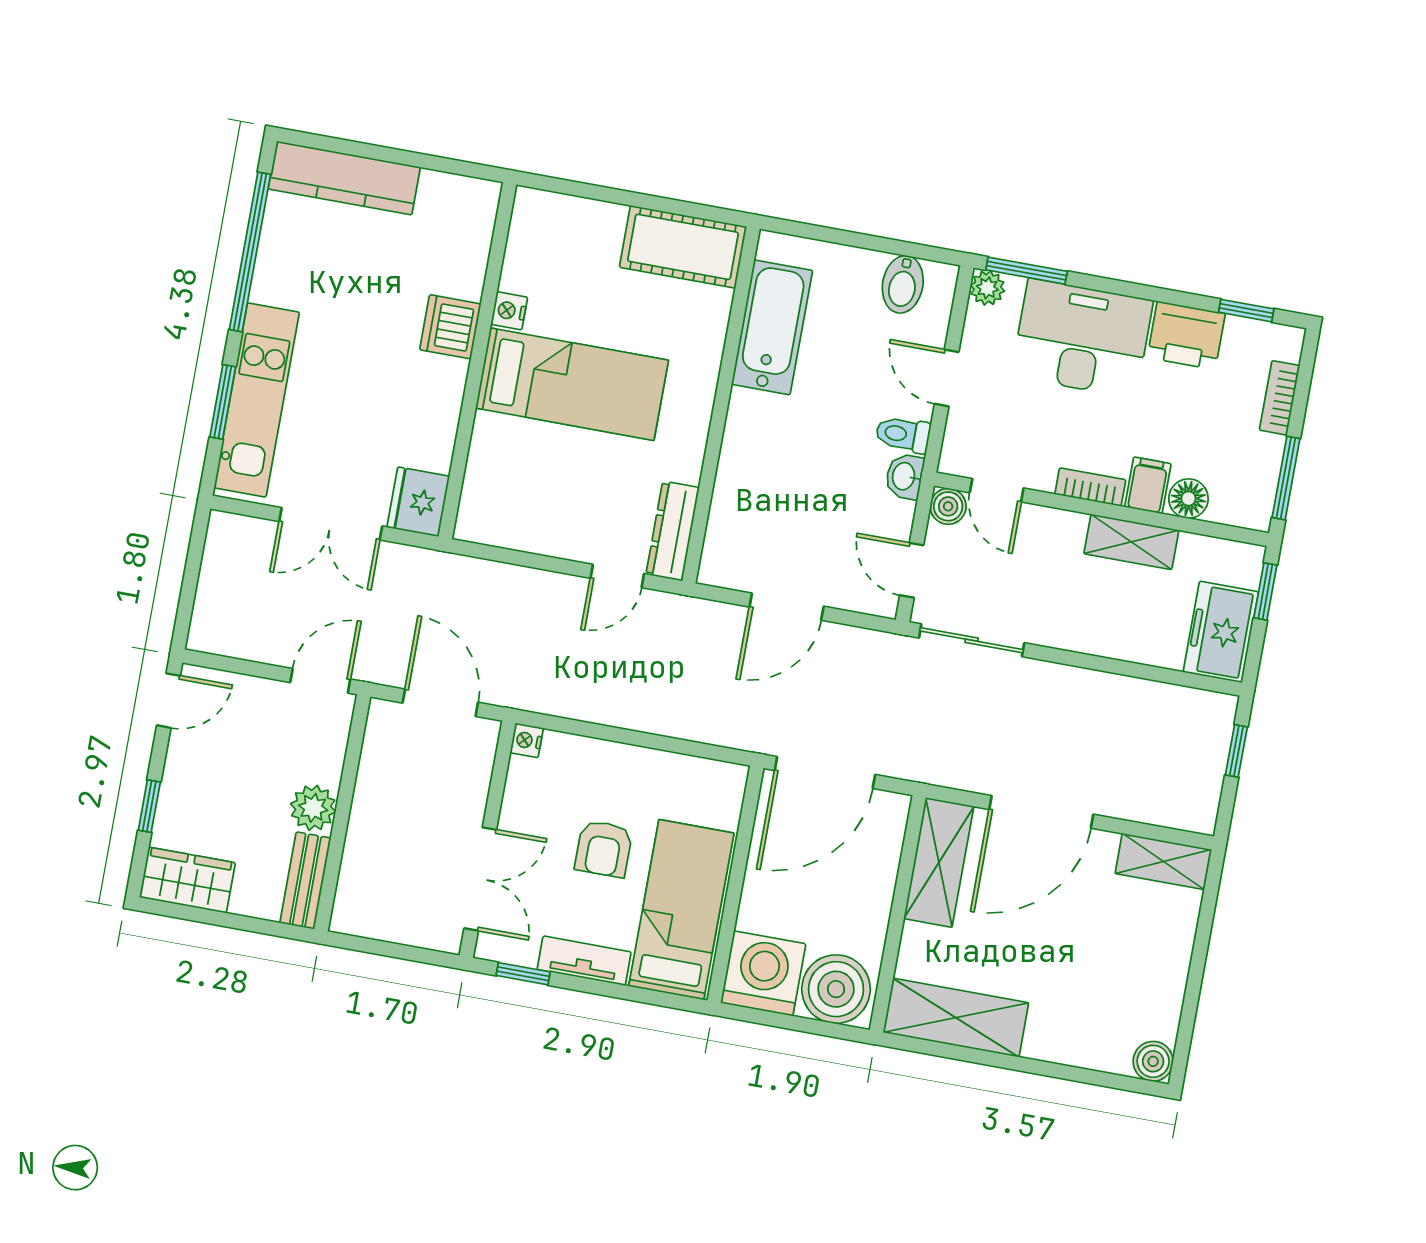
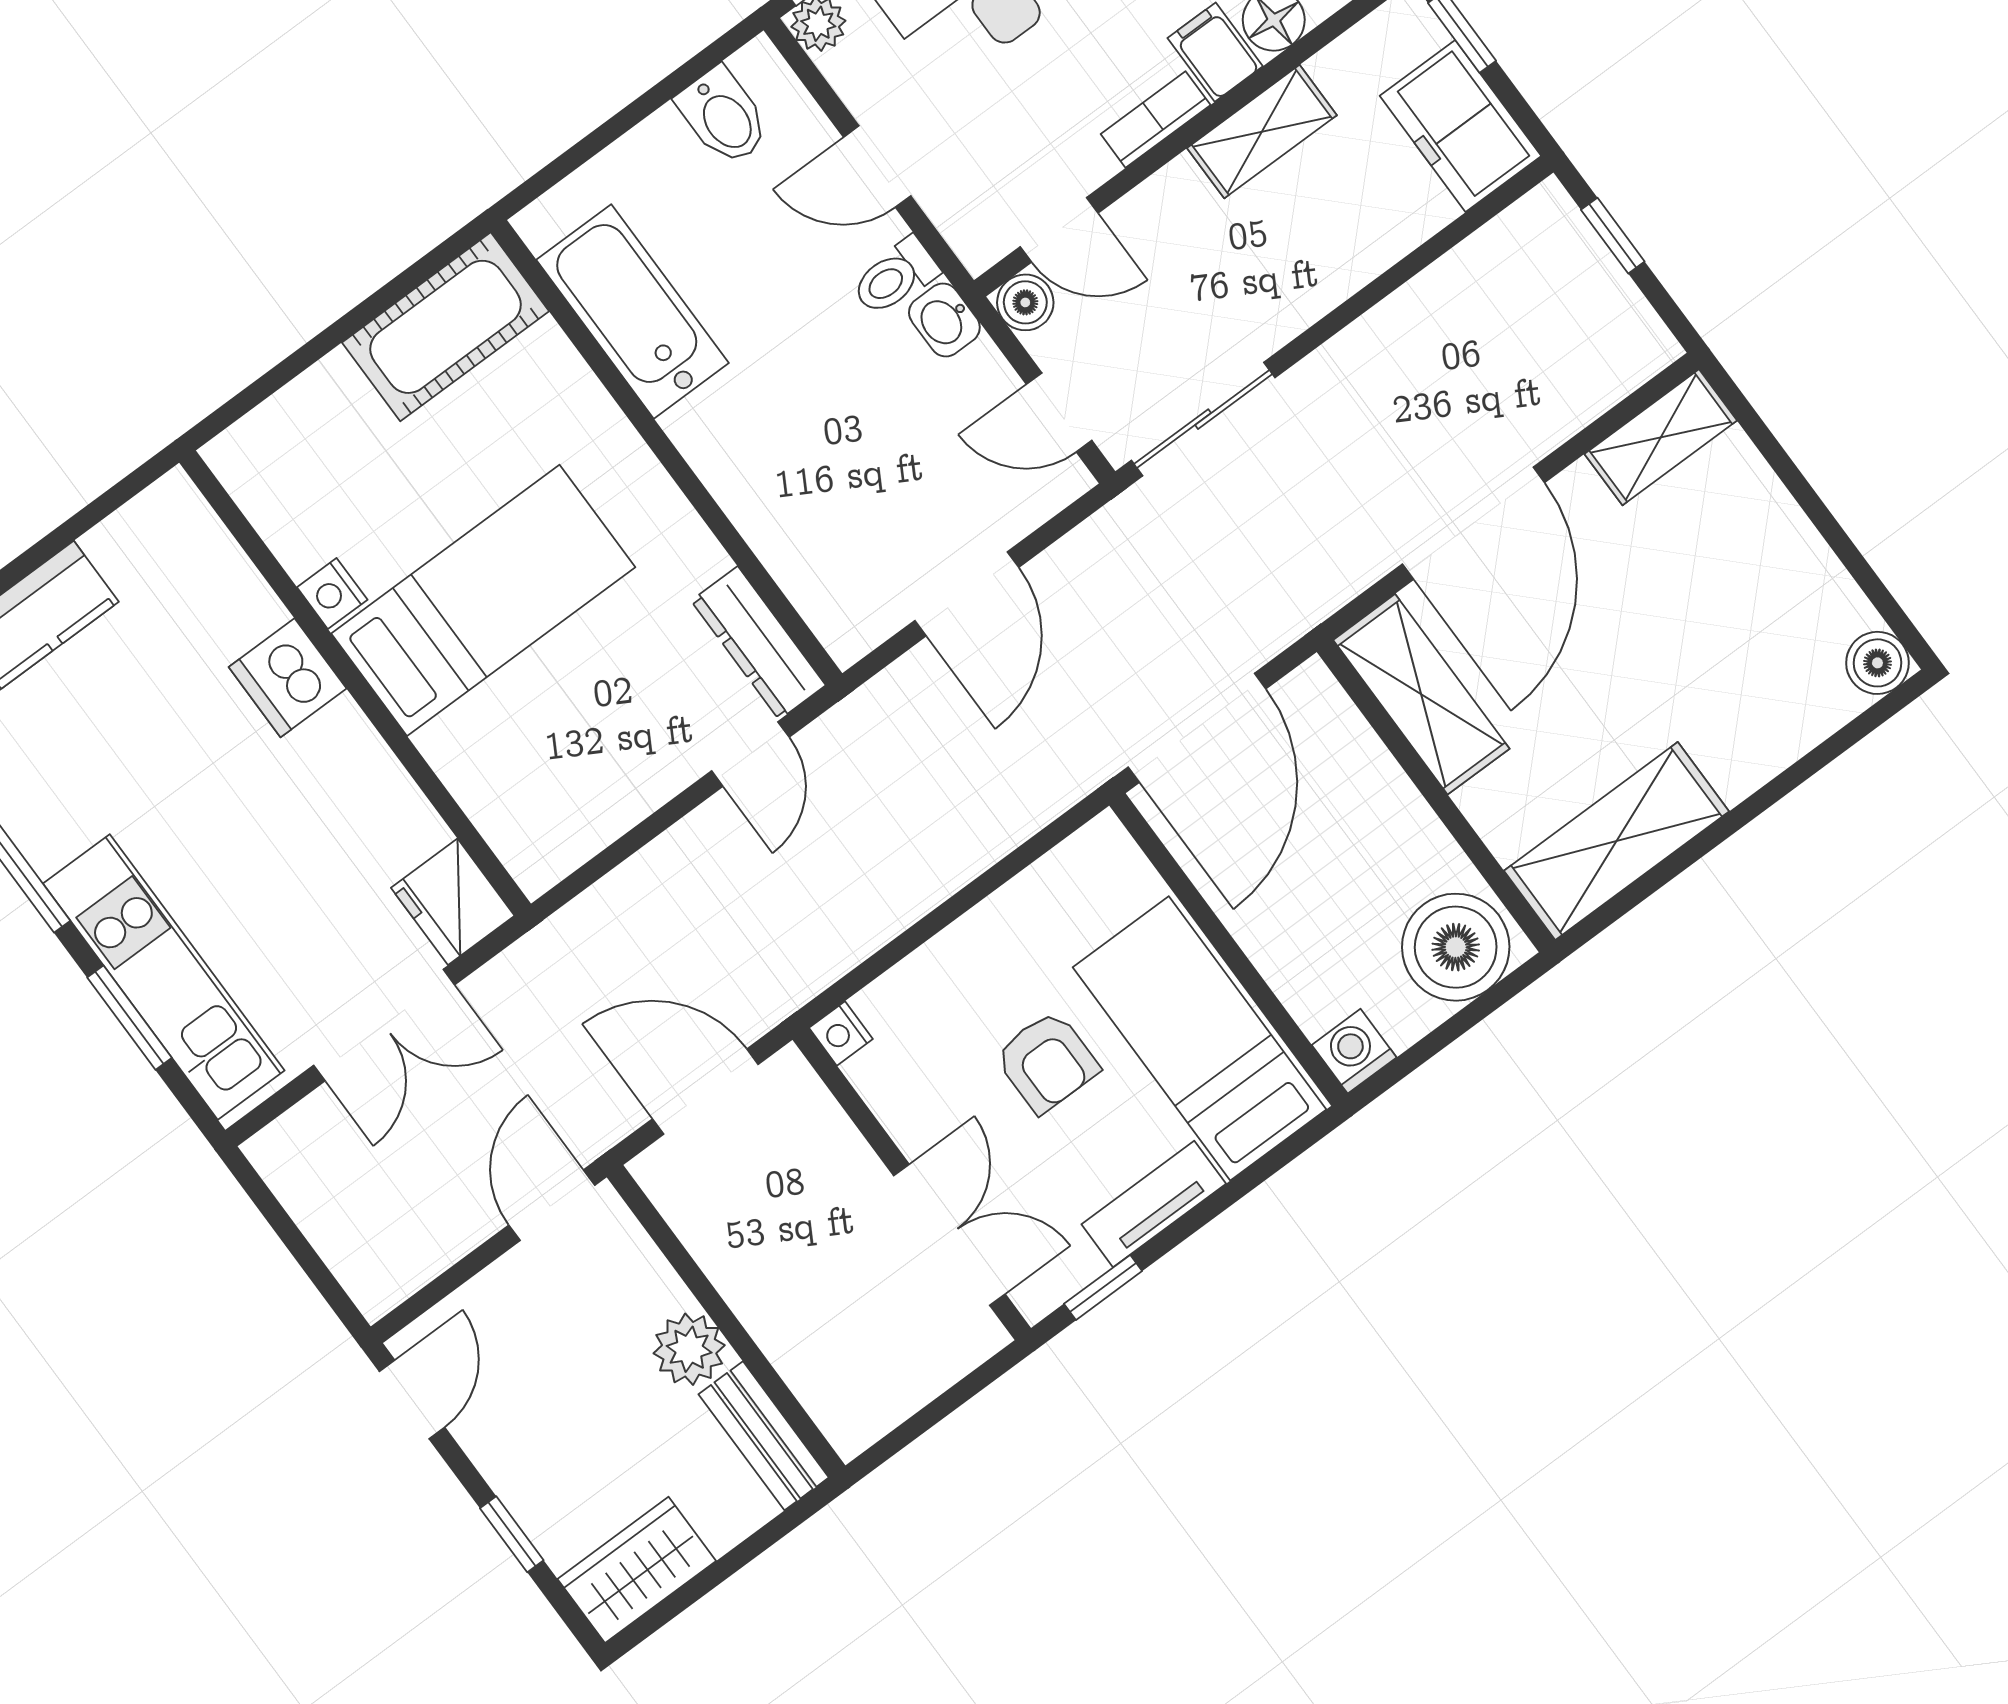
washing machine: (763, 973) -> (1354, 1051), width x0.53, depth x0.53

